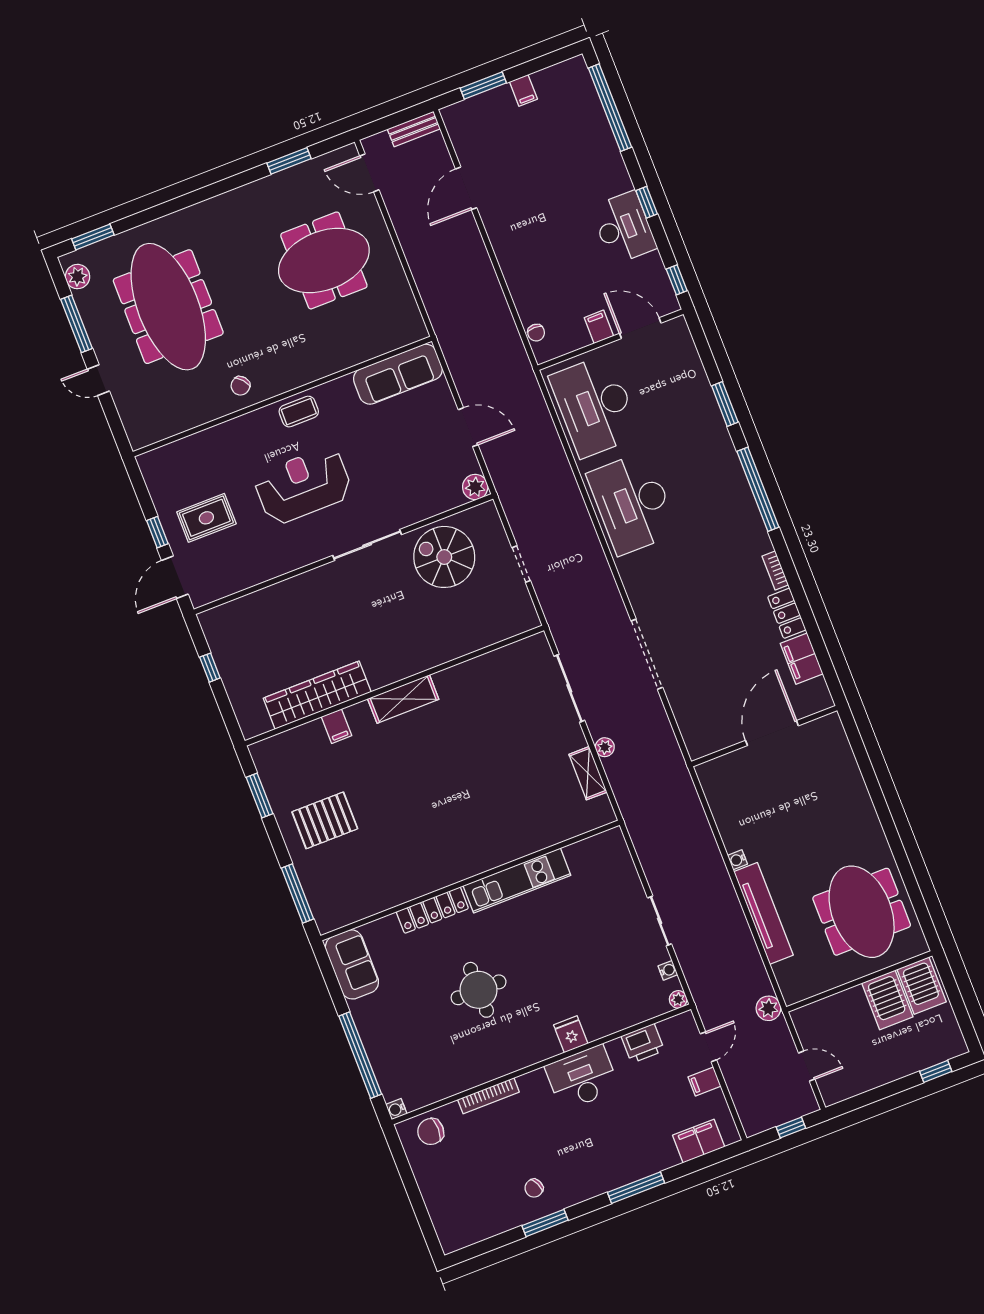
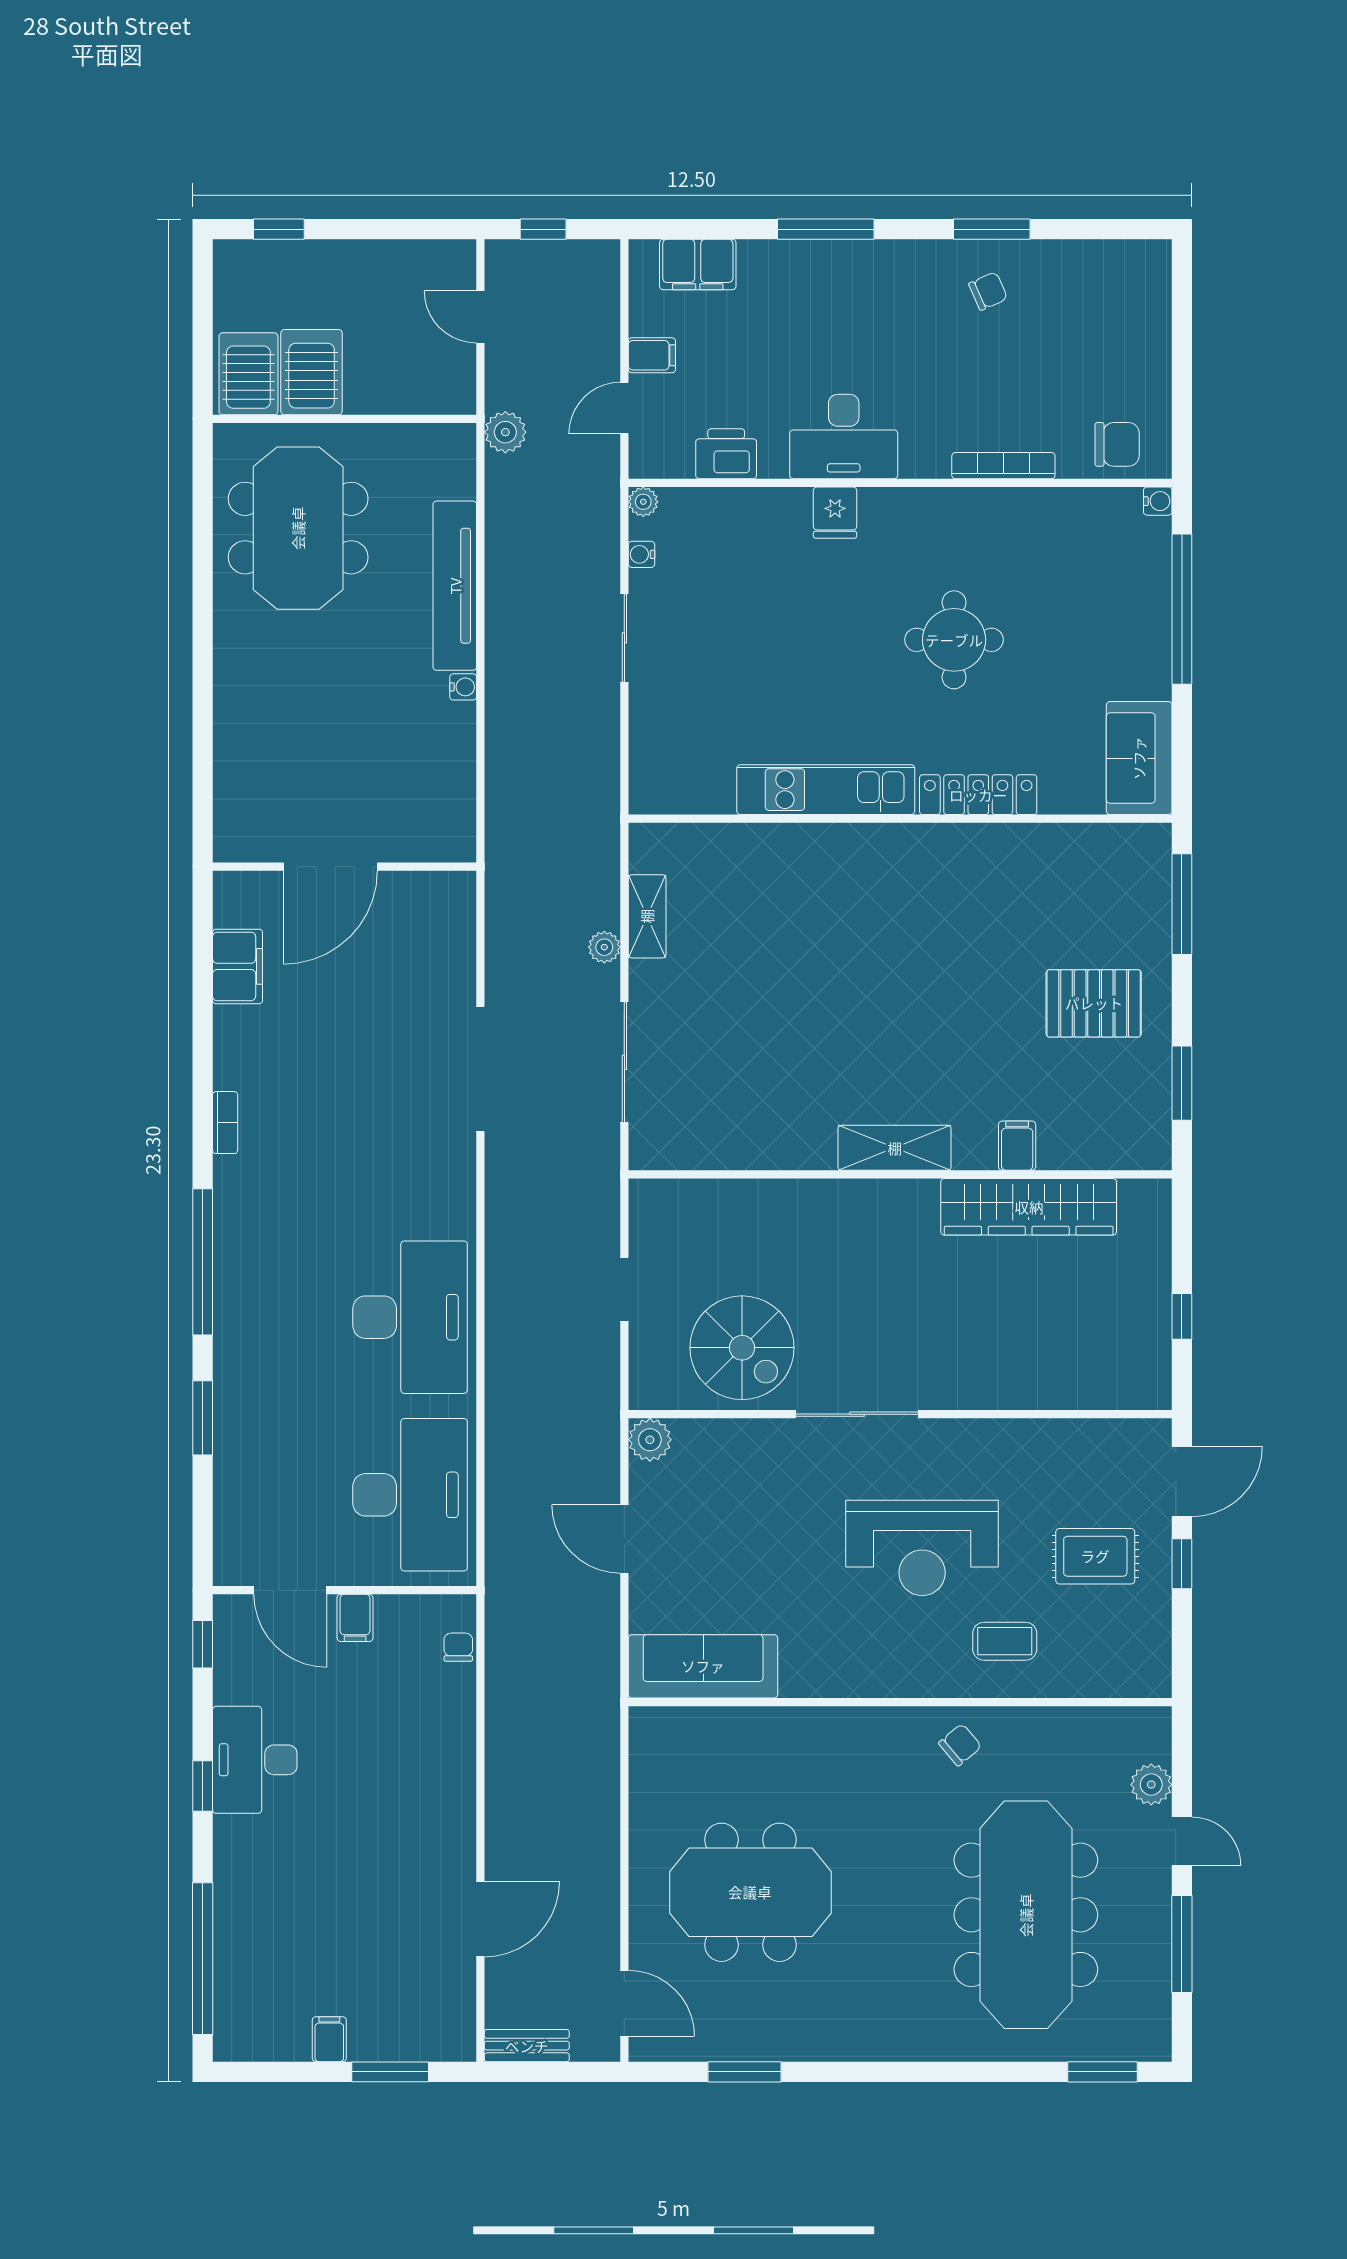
plant: (78, 277) -> (1151, 1785), moved
coffee table: (299, 412) -> (1005, 1641), moved
locker: (787, 613) -> (233, 1048), removed

